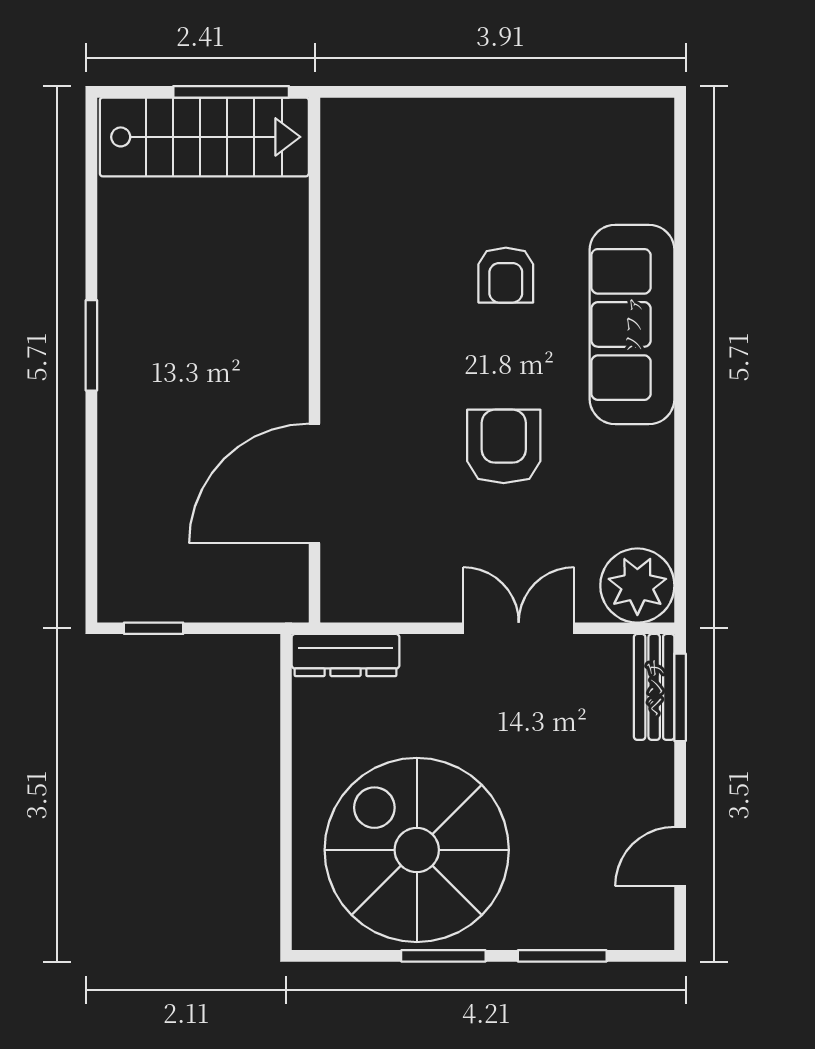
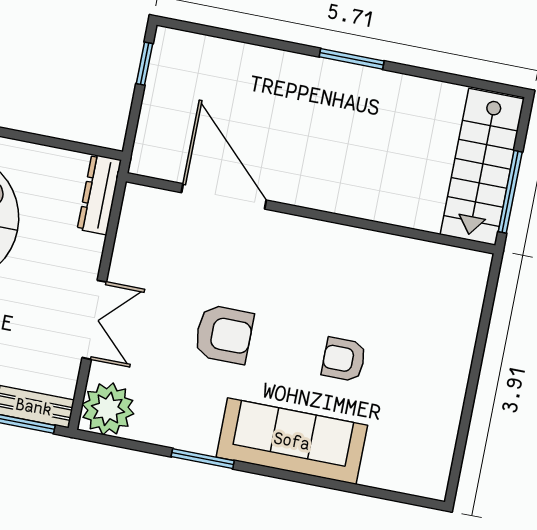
window: (680, 442) -> (203, 459), added

